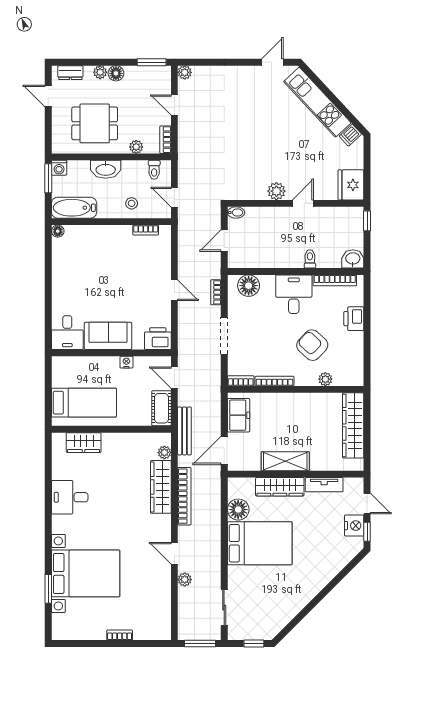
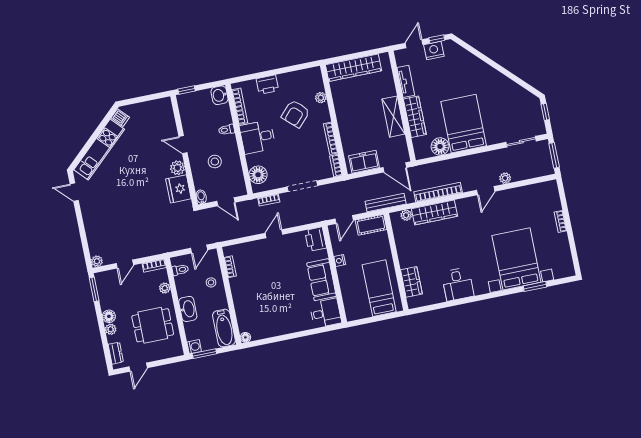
dining table: (95, 123) -> (153, 325), turned 90
fridge: (351, 185) -> (178, 189), moved, turned 90
stool: (275, 237) -> (215, 162), added

